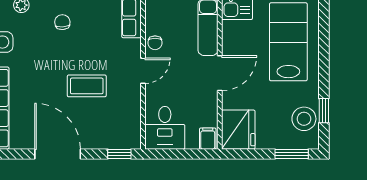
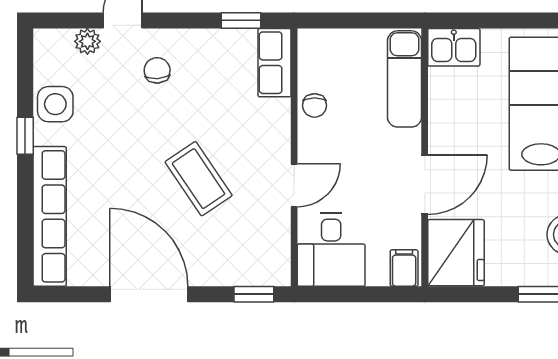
door: (143, 71) -> (294, 185), moved
door: (220, 73) -> (425, 185), moved
coffee table: (87, 86) -> (199, 179), turned 56

